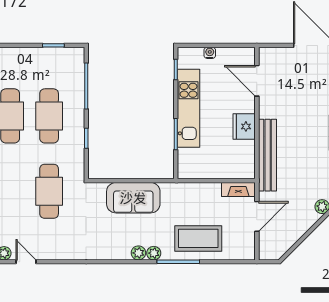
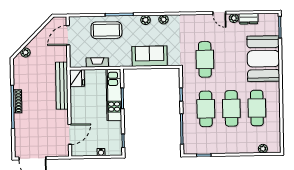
door: (257, 81) -> (70, 134), hinge flipped
kitchen unit: (188, 108) -> (114, 95), moved
fridge: (244, 126) -> (77, 78), moved
fireplace: (238, 189) -> (97, 62), moved
door: (257, 216) -> (68, 35), moved
plant: (154, 253) -> (164, 19), moved

